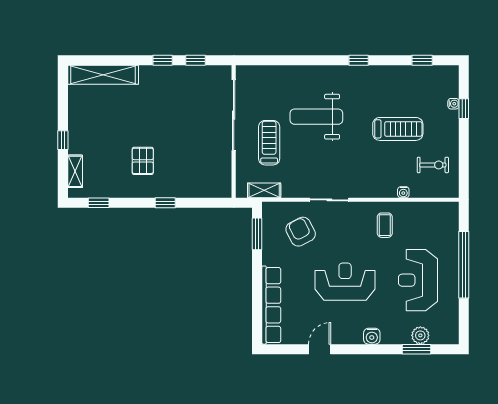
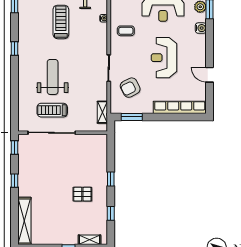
window: (196, 60) -> (14, 147), moved
weight bench: (316, 117) -> (53, 77), turned 180
treadmill: (269, 143) -> (52, 110), moved
window: (99, 203) -> (111, 213), moved
water cooler: (372, 336) -> (201, 28), moved

